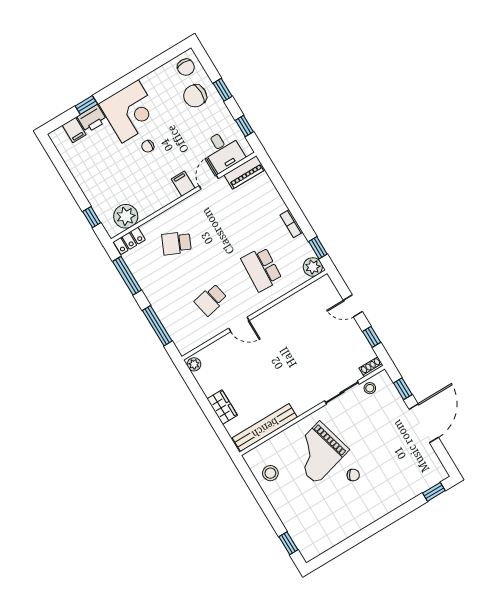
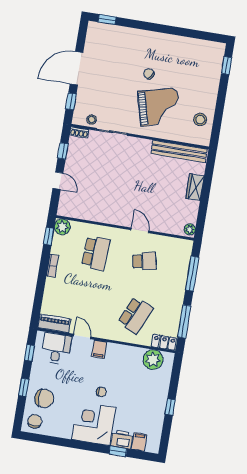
door: (209, 182) -> (82, 336), swing flipped
window: (92, 217) -> (170, 407), moved
school desk: (177, 243) -> (135, 315), width x1.85

